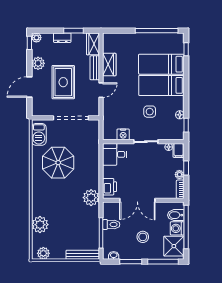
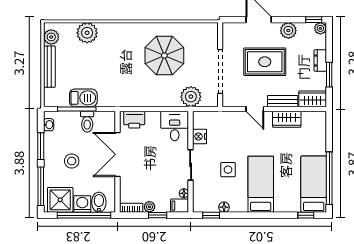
bed: (161, 64) -> (314, 184), moved
barbecue: (39, 134) -> (83, 98), moved, turned 180
plant: (91, 198) -> (191, 97), moved
bench: (83, 255) -> (49, 67), moved

